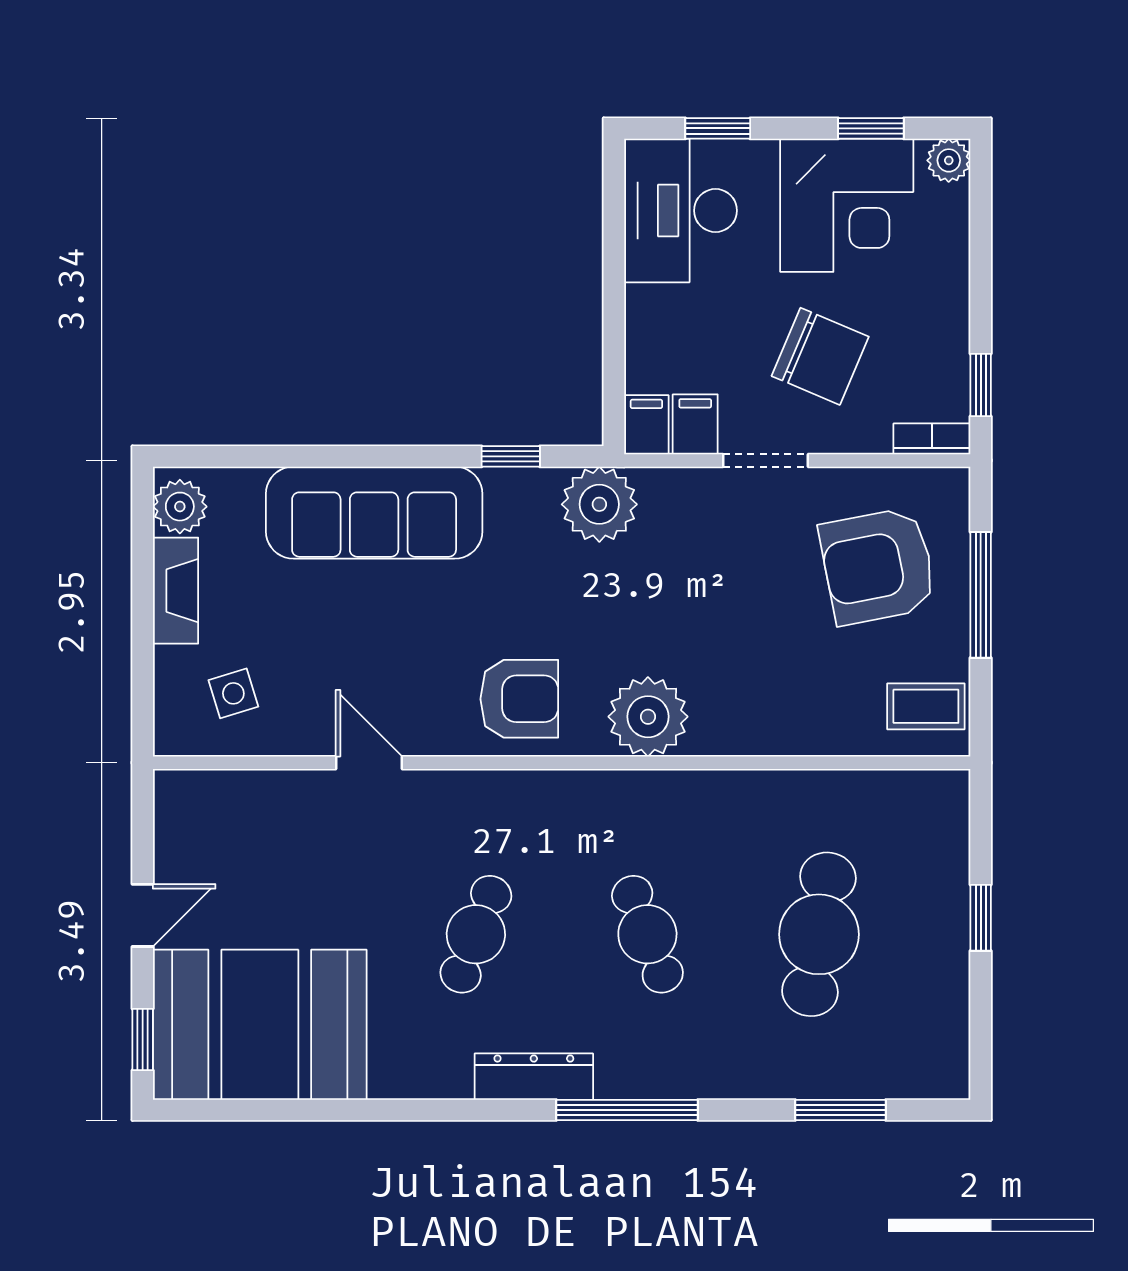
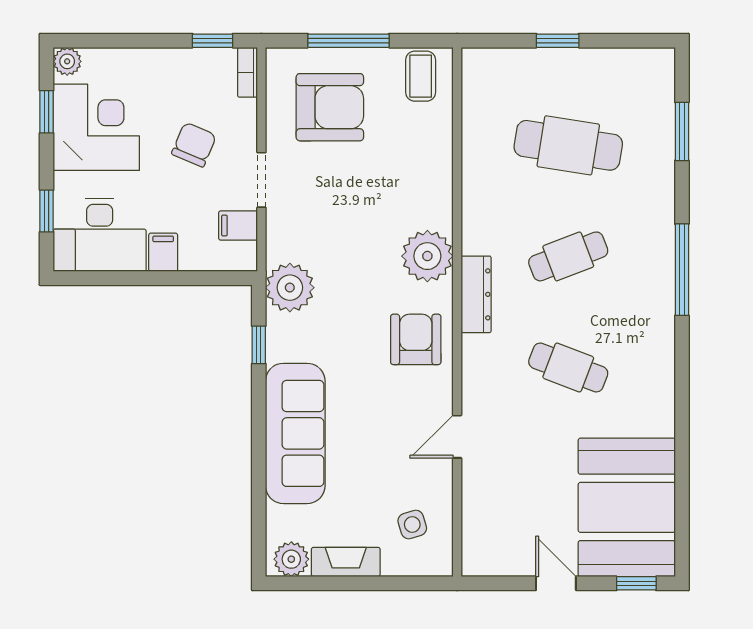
chair: (820, 356) -> (194, 145), width x0.73, depth x0.73
filing cabinet: (646, 425) -> (163, 252), moved, turned 90
armchair: (878, 566) -> (330, 107), turned -79
dresser: (534, 1077) -> (476, 294), moved, turned 180

